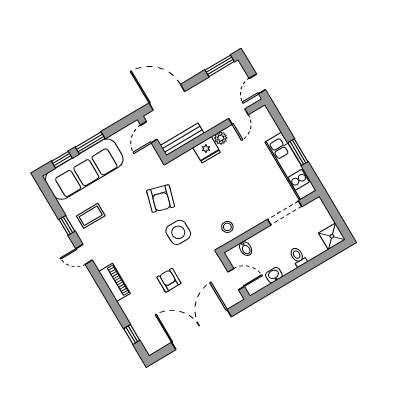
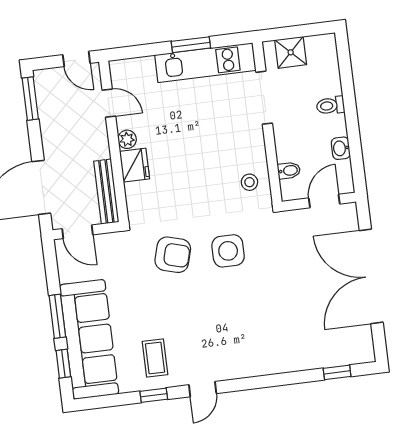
shower: (332, 236) -> (291, 52), moved
armchair: (169, 280) -> (286, 291), removed
piano: (115, 282) -> (258, 365), removed

